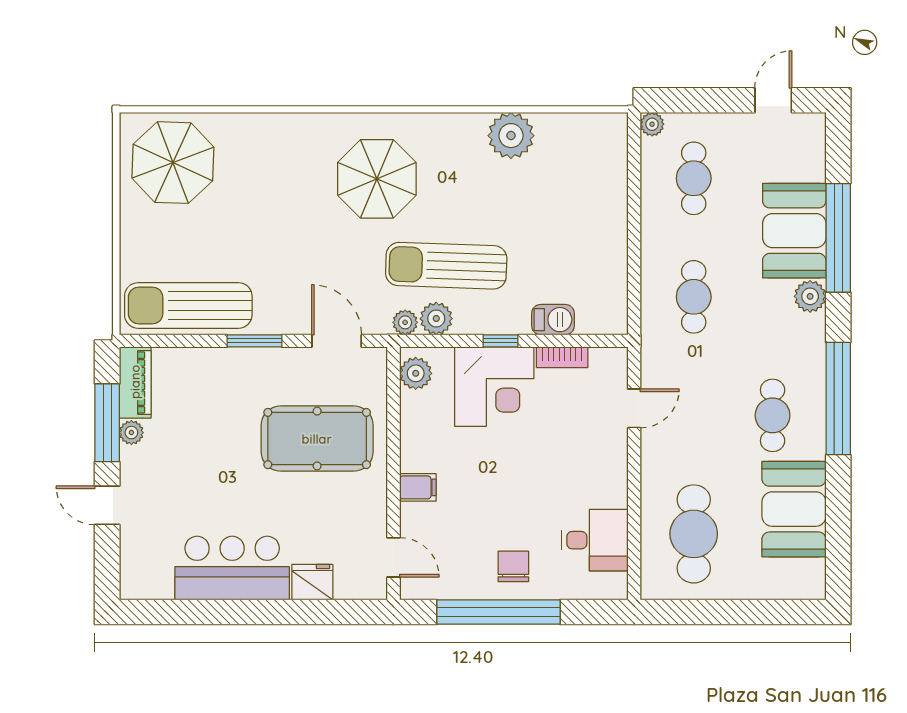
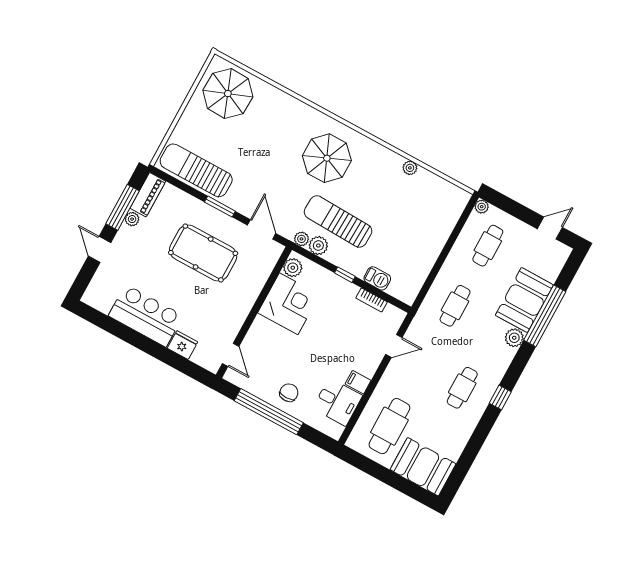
plant: (511, 136) -> (410, 168), width x0.53, depth x0.53
corner desk: (494, 387) -> (289, 304), moved, turned -90
window: (838, 399) -> (500, 397), width x0.32
pool table: (317, 439) -> (203, 253), moved
filing cabinet: (418, 487) -> (358, 382), moved, turned 180
booth: (794, 509) -> (423, 467), moved, turned 90

